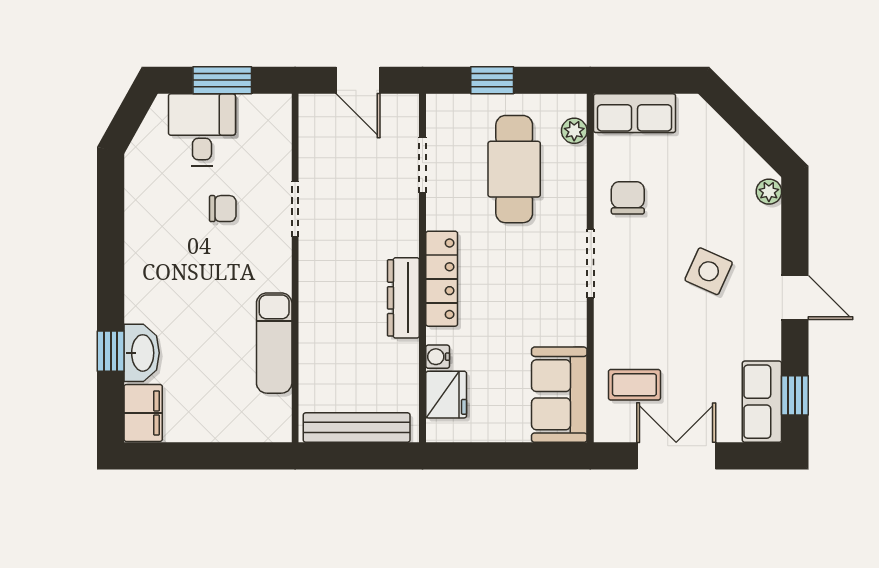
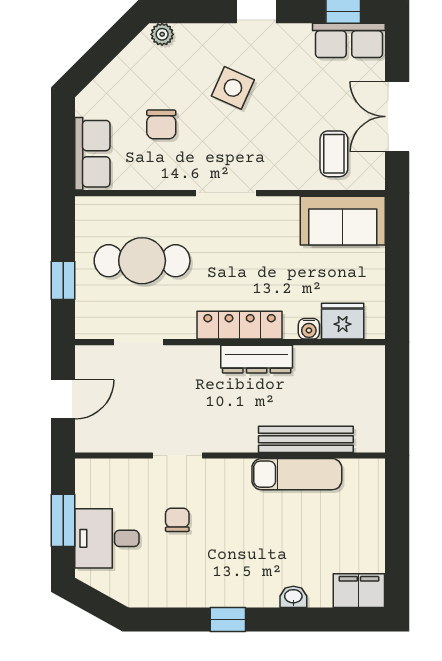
plant: (574, 131) -> (108, 207), removed
chair: (628, 198) -> (161, 124), moved, turned -90
window: (111, 351) -> (228, 620), moved
washbasin: (142, 353) -> (293, 597), width x0.52, depth x0.69
bench: (357, 428) -> (306, 439), moved, turned 90

